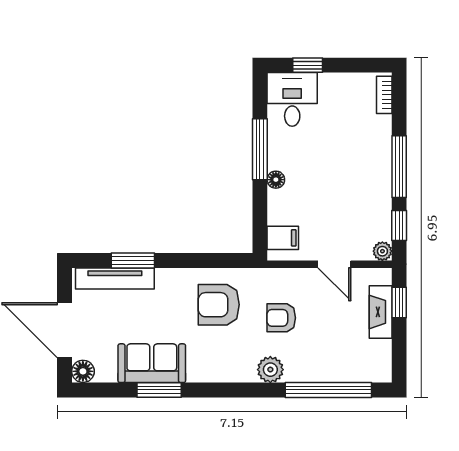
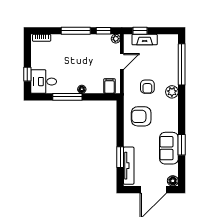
armchair: (219, 305) -> (141, 116), turned 90

